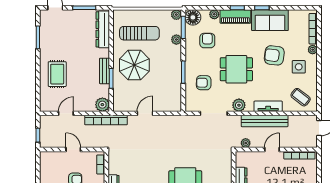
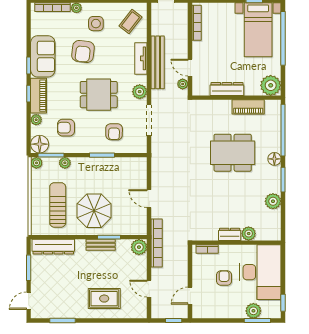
dining table: (236, 69) -> (99, 95), turned 90
door: (73, 149) -> (190, 296), moved
door: (272, 149) -> (190, 68), moved

